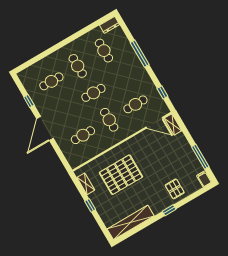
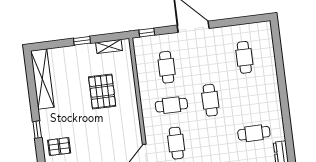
cafe table: (78, 66) -> (249, 95), removed
window: (29, 101) -> (147, 33), moved
pallet: (121, 175) -> (102, 92), width x0.73, depth x0.71

